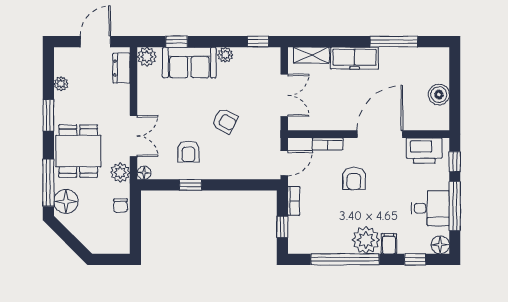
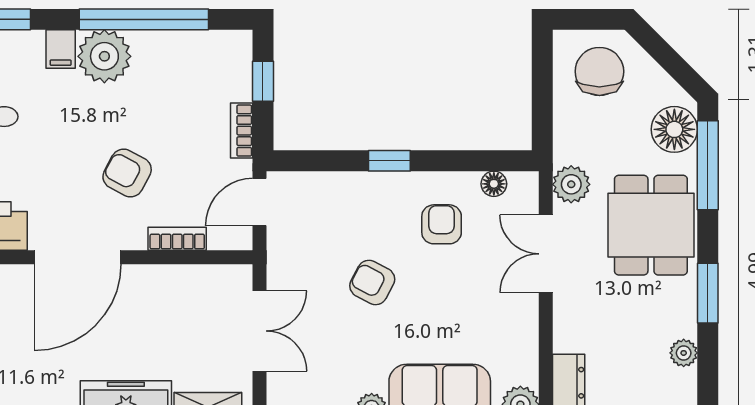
double door: (284, 95) -> (260, 331), swing flipped
floor lamp: (144, 173) -> (494, 184), moved
armchair: (354, 178) -> (127, 173), turned -62
window: (190, 185) -> (389, 161), moved
chair: (120, 206) -> (599, 71), moved, width x1.87, depth x1.87

